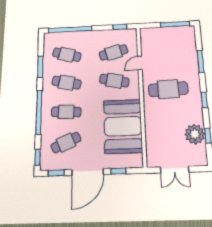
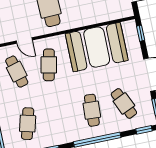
cafe table: (66, 83) -> (60, 117), removed
window: (118, 171) -> (141, 33), moved

